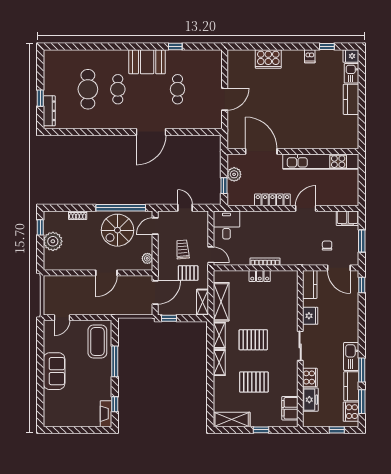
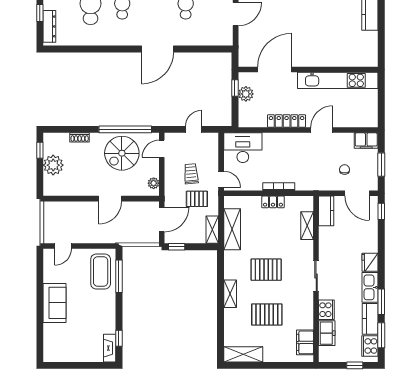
door: (261, 151) -> (275, 69), hinge flipped
window: (224, 186) -> (235, 88), moved
door: (185, 208) -> (194, 129), hinge flipped
desk: (226, 225) -> (243, 148), width x1.37
fridge: (310, 316) -> (370, 262), moved, turned 180
shelving: (219, 335) -> (307, 226), moved
window: (115, 361) -> (119, 276), moved
window: (261, 430) -> (274, 365), removed

